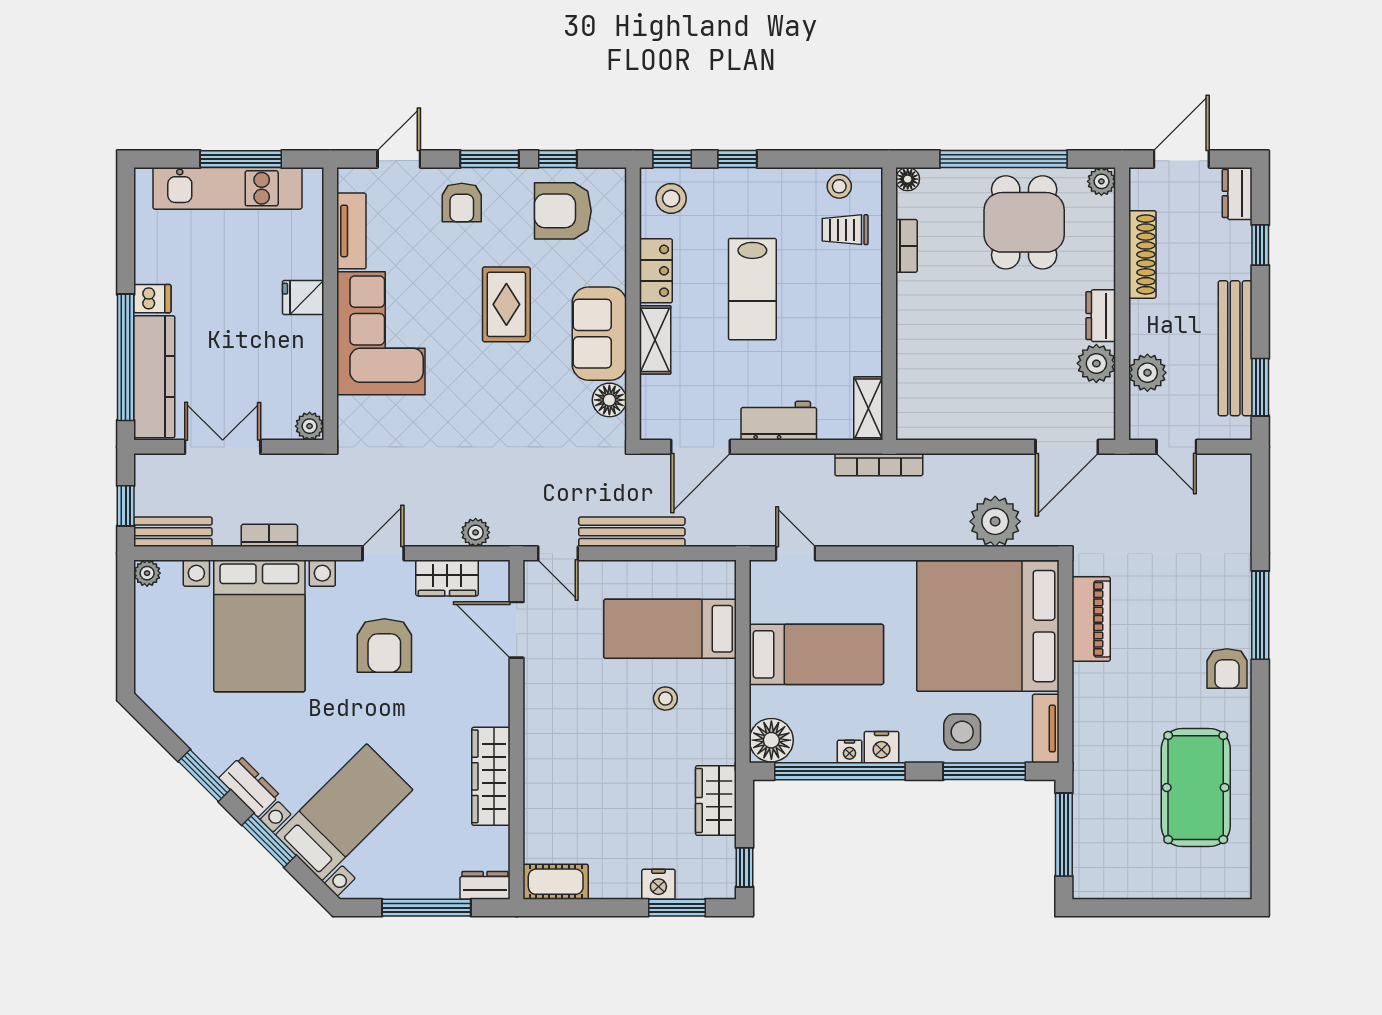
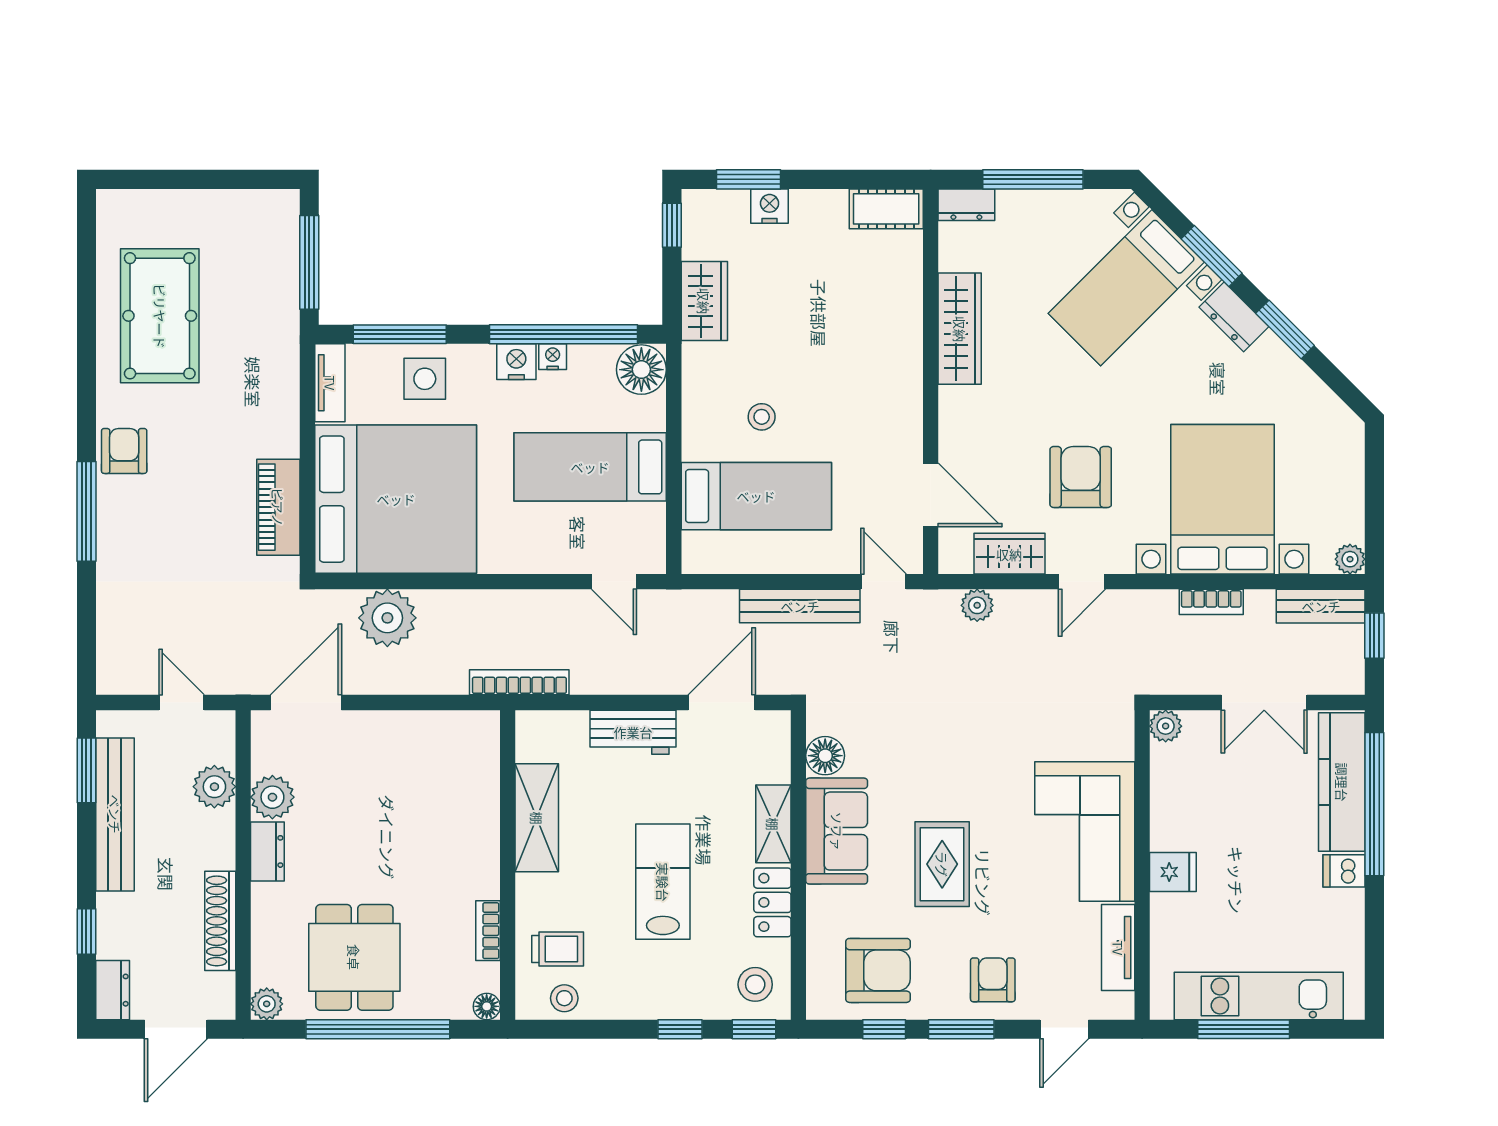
shelving: (868, 408) -> (537, 818), moved, width x1.50, depth x1.33

